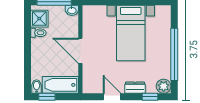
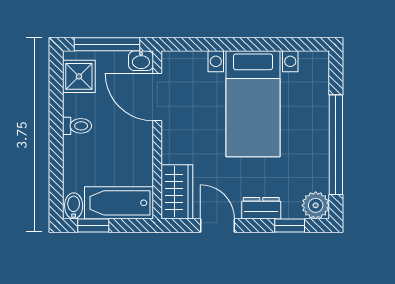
toilet: (38, 33) -> (77, 126), moved
door: (80, 51) -> (157, 97), moved
wardrobe: (91, 79) -> (177, 192), added

